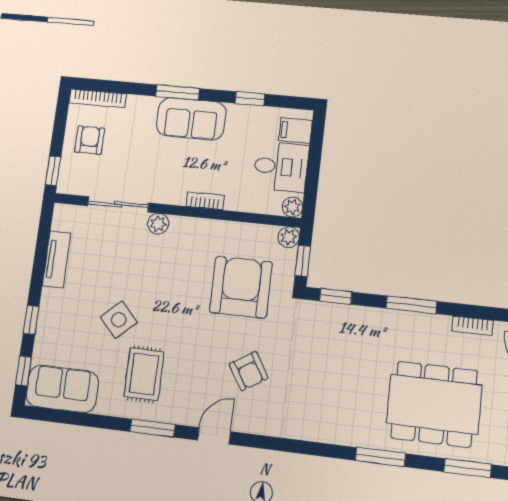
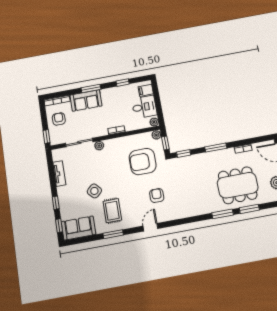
sofa: (191, 119) -> (86, 100), moved
armchair: (241, 287) -> (143, 162), turned -90
armchair: (249, 371) -> (157, 196), turned -148
window: (153, 428) -> (113, 234), moved
window: (468, 468) -> (249, 209), moved

